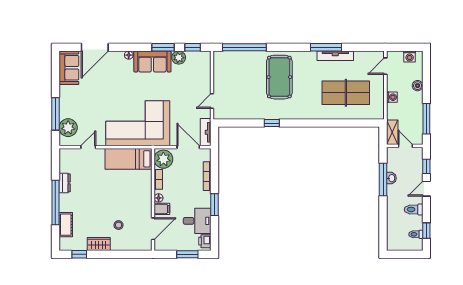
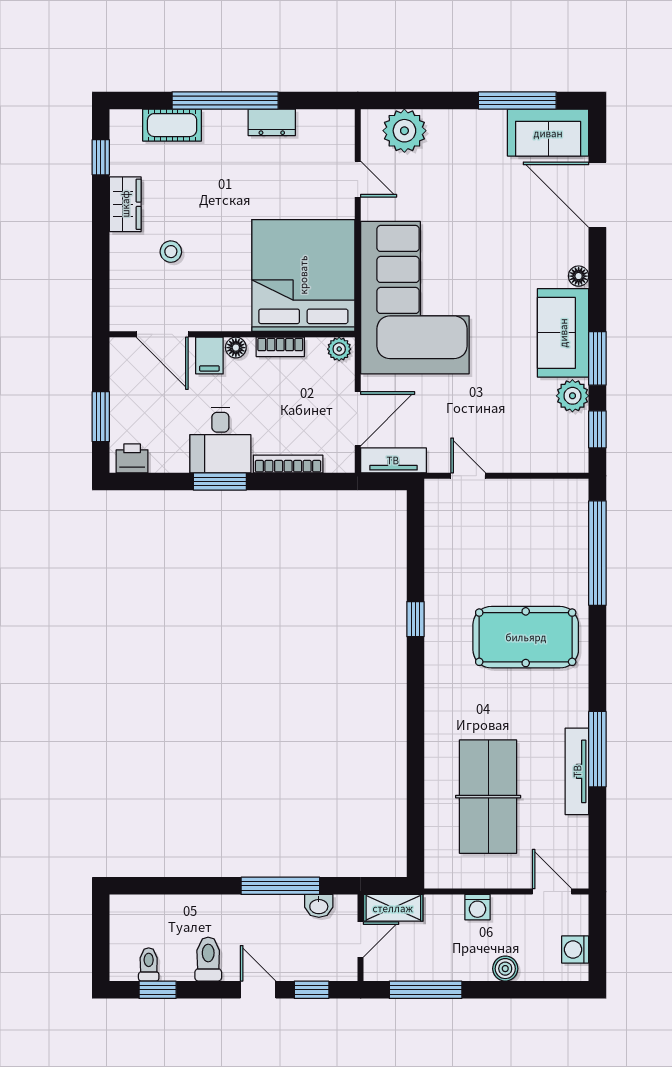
window: (55, 114) -> (517, 100), moved
bed: (128, 159) -> (303, 275), width x2.04
plant: (163, 159) -> (339, 349), width x0.53, depth x0.53
washbasin: (391, 178) -> (319, 906), moved
desk: (197, 221) -> (220, 440), moved

